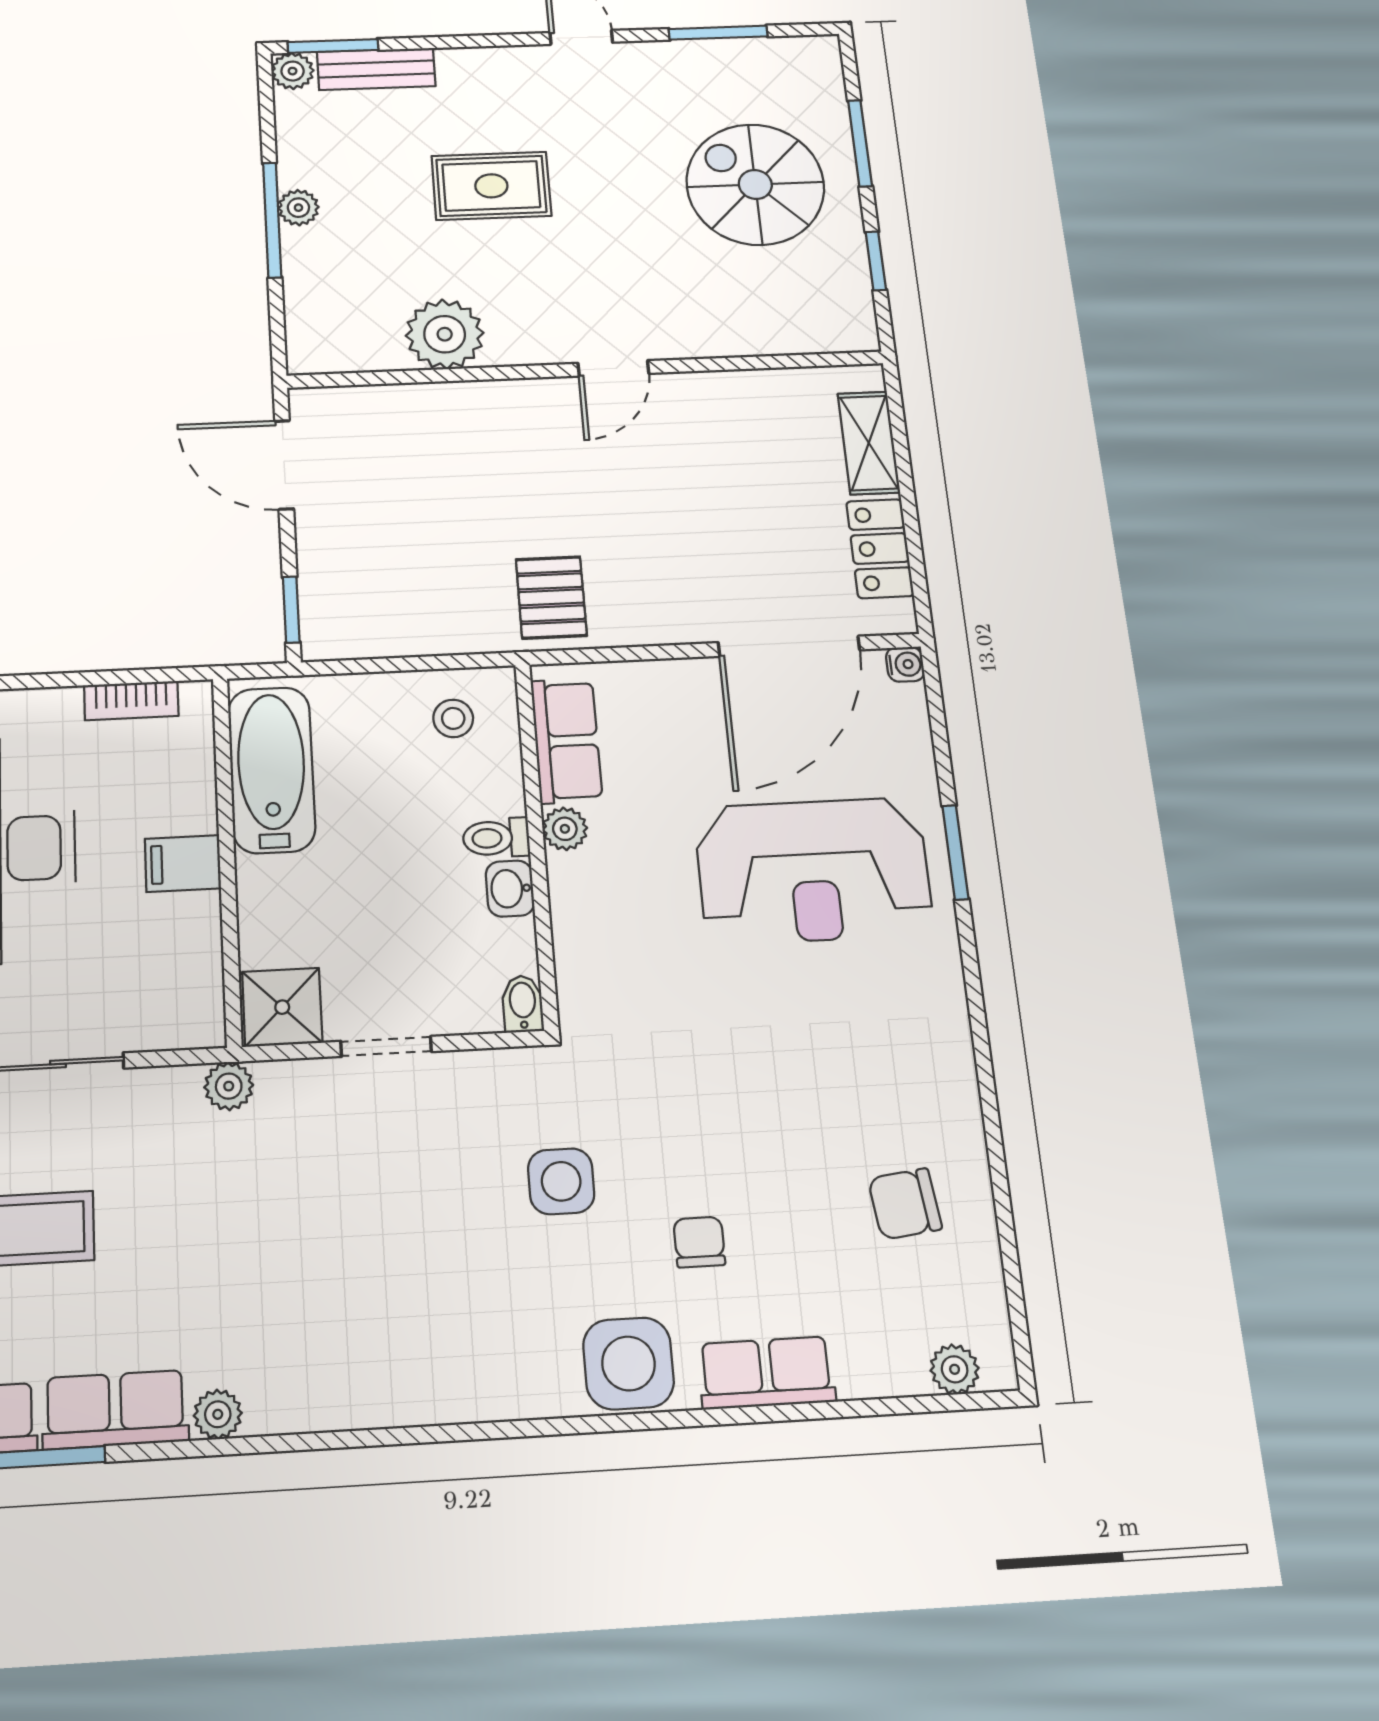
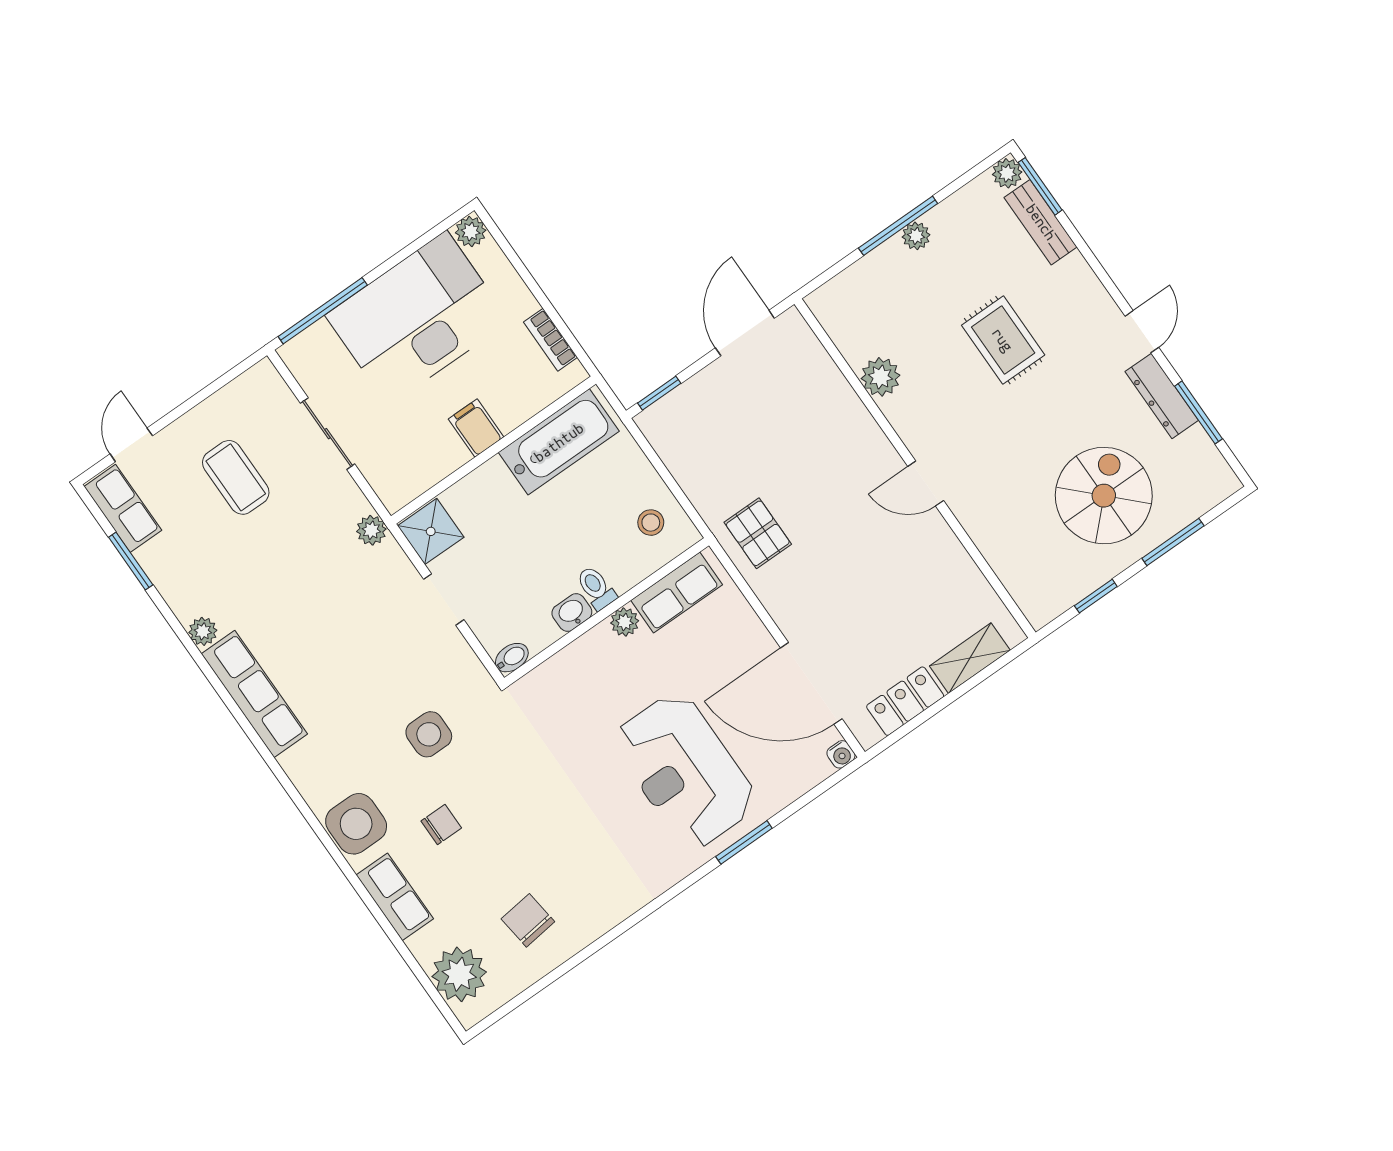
dresser: (673, 59) -> (1162, 396), added
plant: (445, 334) -> (880, 377), width x0.73, depth x0.73
pallet: (551, 597) -> (758, 533), turned 90
plant: (955, 1369) -> (459, 974), width x1.88, depth x1.88
row of seats: (115, 1410) -> (254, 694), moved, width x1.48

